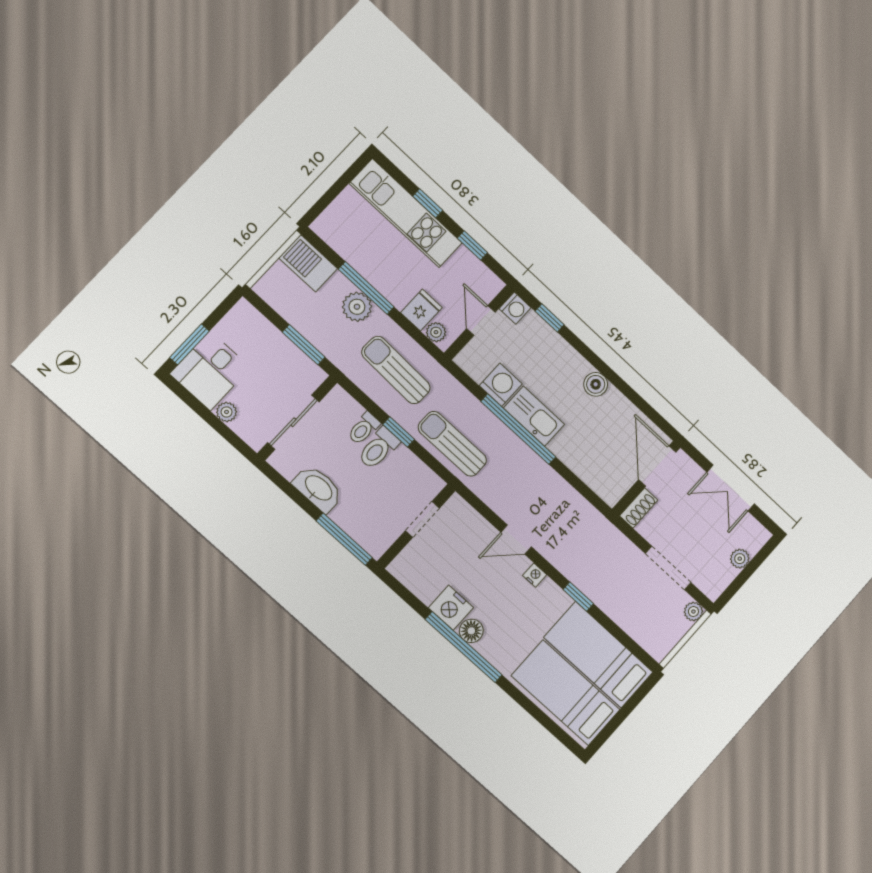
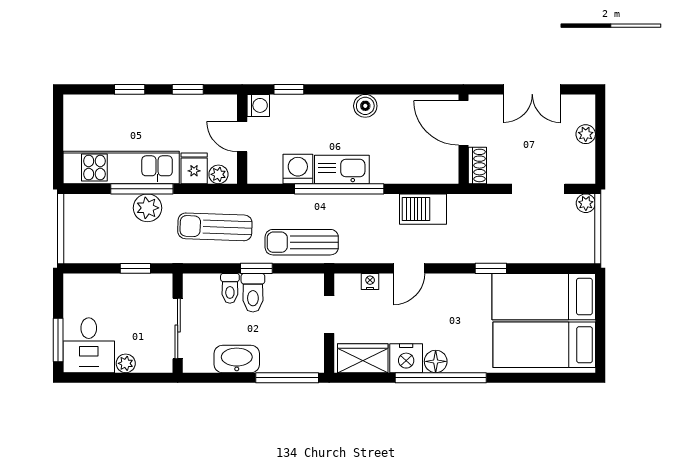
kitchen unit: (406, 213) -> (121, 167), moved, turned 180
barbecue: (308, 263) -> (423, 209), moved
window: (304, 345) -> (135, 268), width x0.67
nightstand: (535, 575) -> (370, 281), moved
wardrobe: (417, 577) -> (363, 358), added

